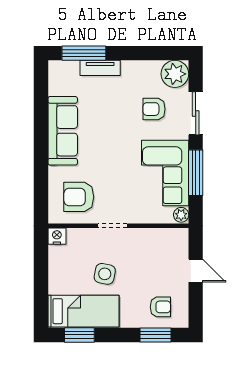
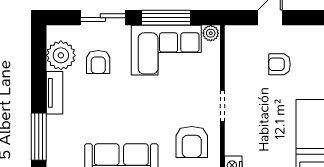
tv unit: (100, 68) -> (54, 93), moved
plant: (175, 74) -> (61, 55), moved
side table: (105, 274) -> (273, 114), removed
armchair: (160, 307) -> (280, 64), moved, turned -90

